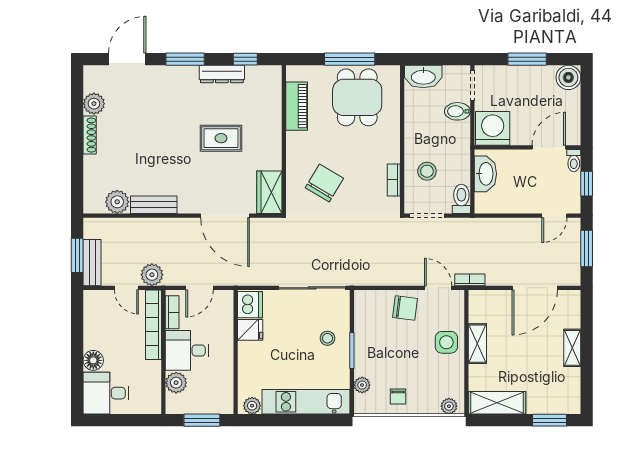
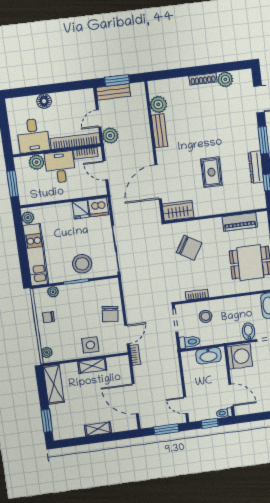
stool: (327, 338) -> (82, 264), width x1.89, depth x1.89
desk: (106, 393) -> (33, 136), moved, turned 180

